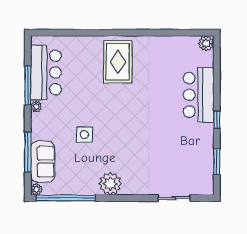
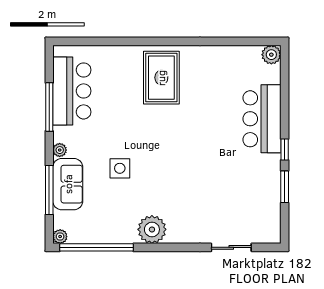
plant: (36, 107) -> (60, 150), moved
sofa: (43, 162) -> (68, 184), moved
window: (217, 162) -> (285, 187), moved

